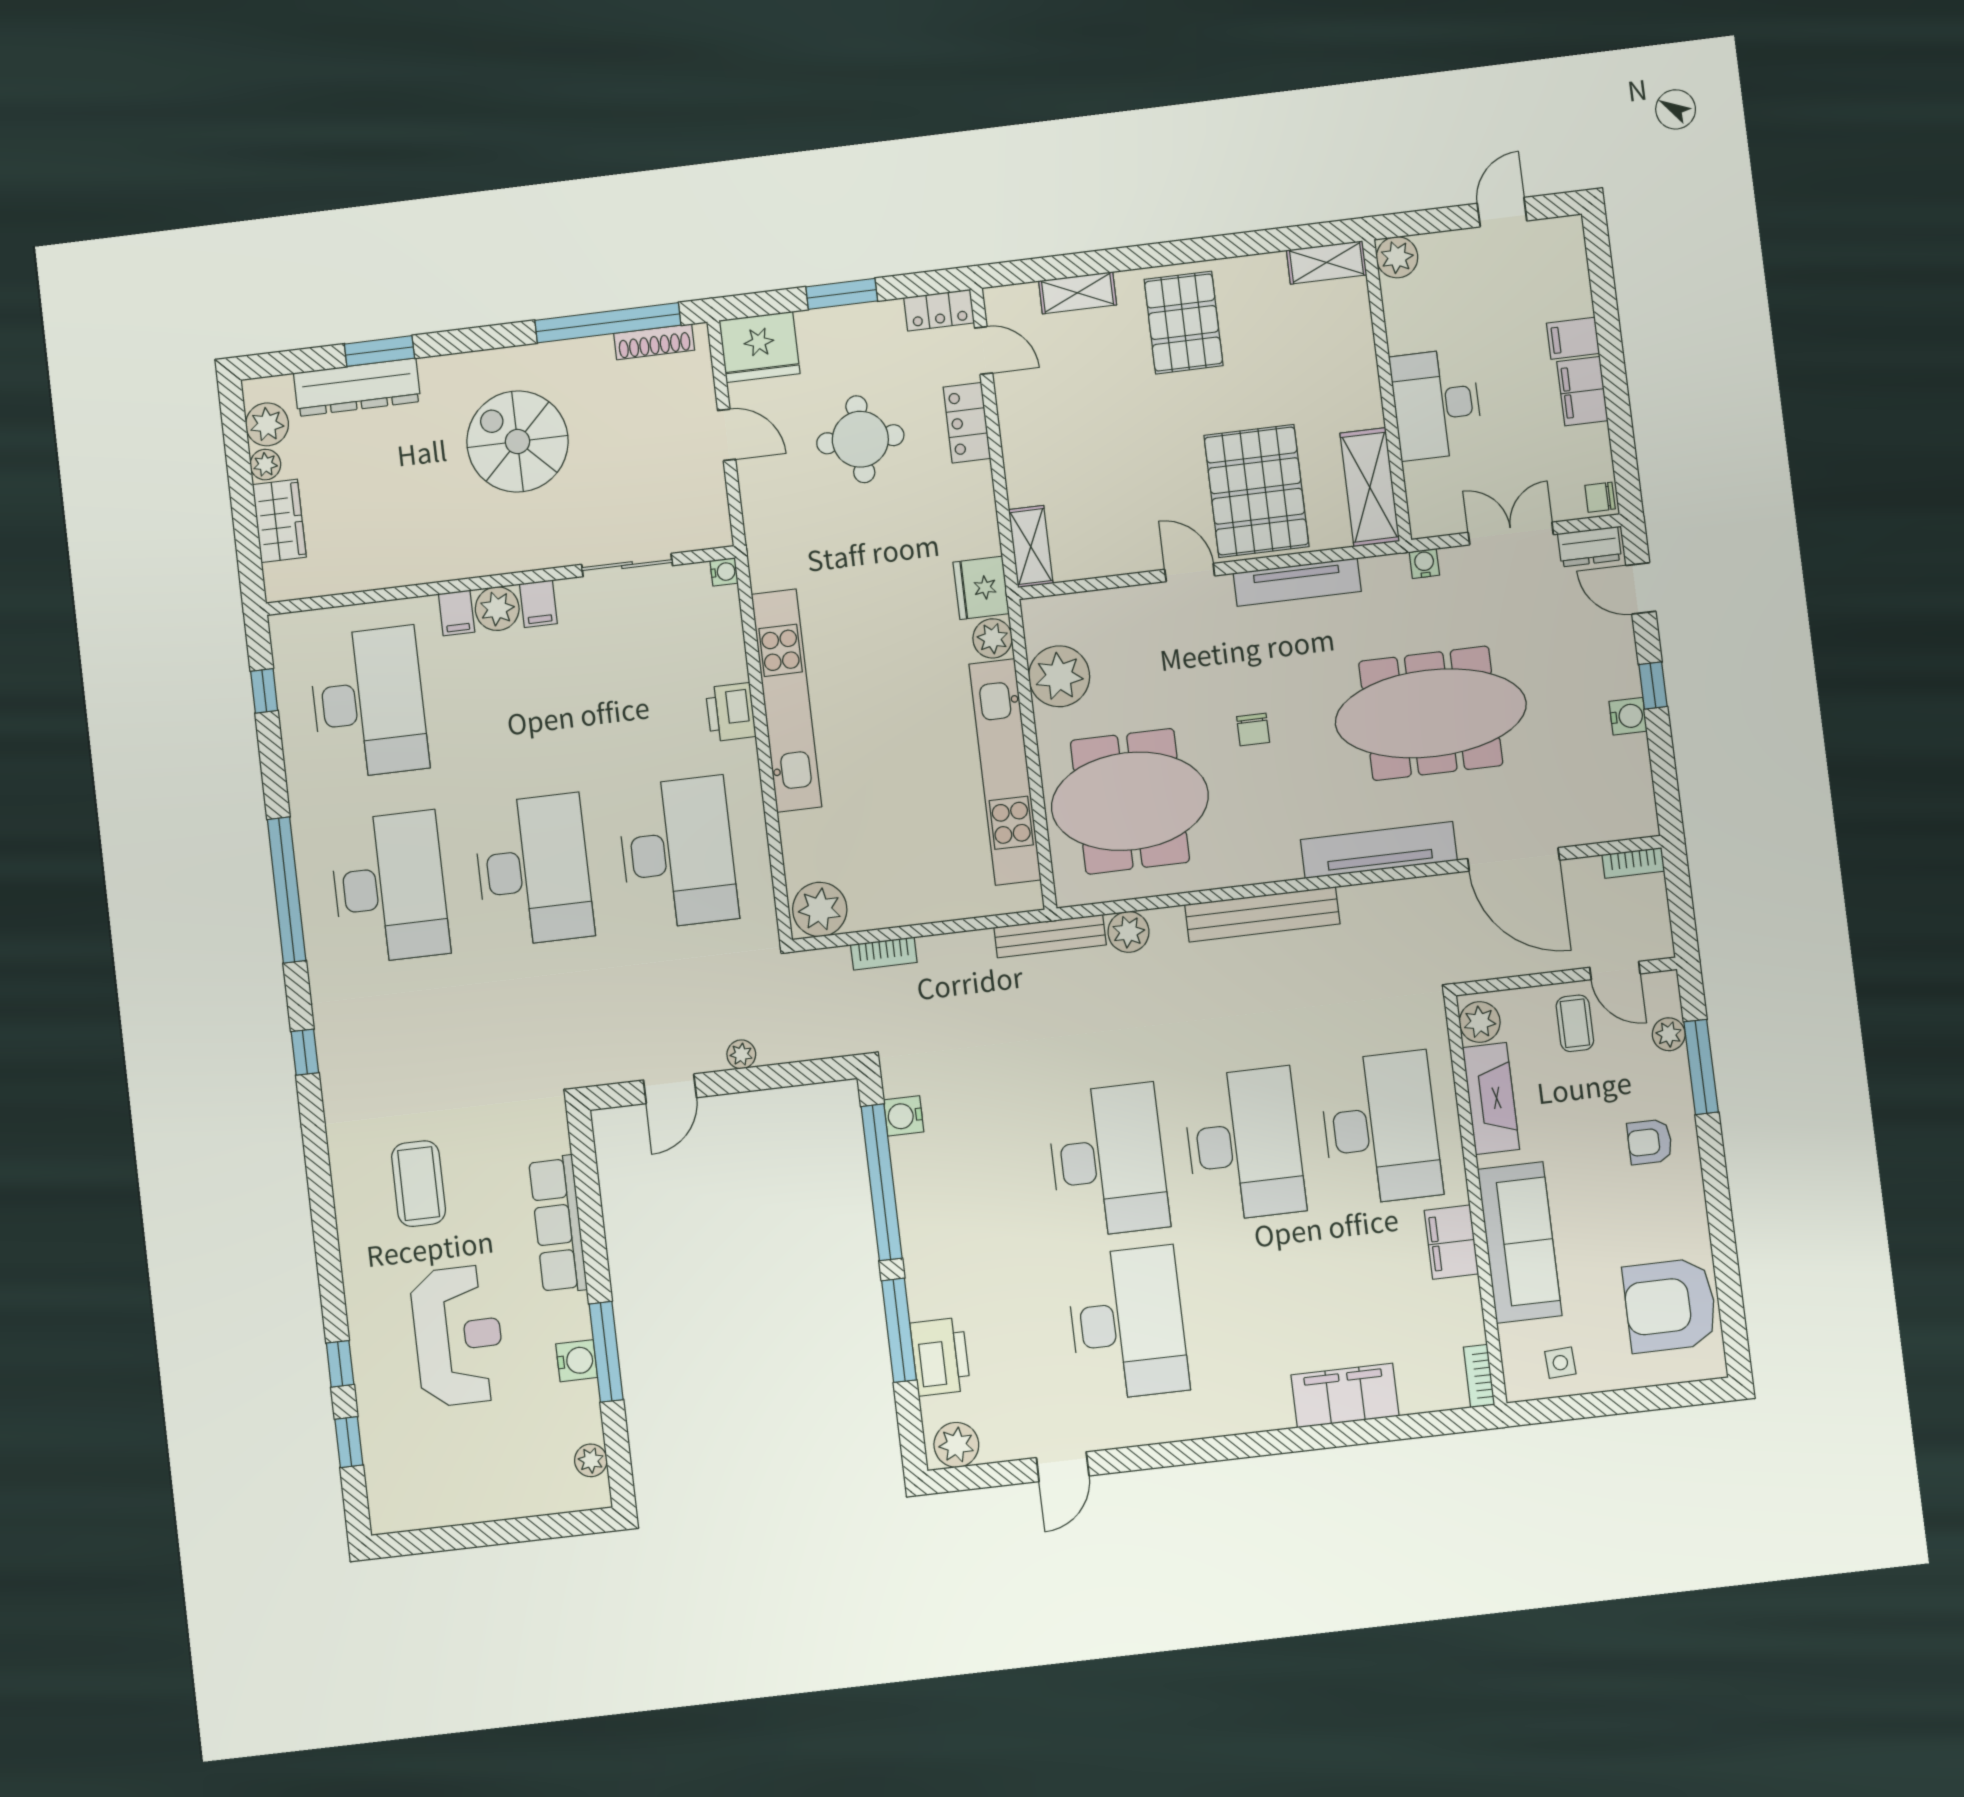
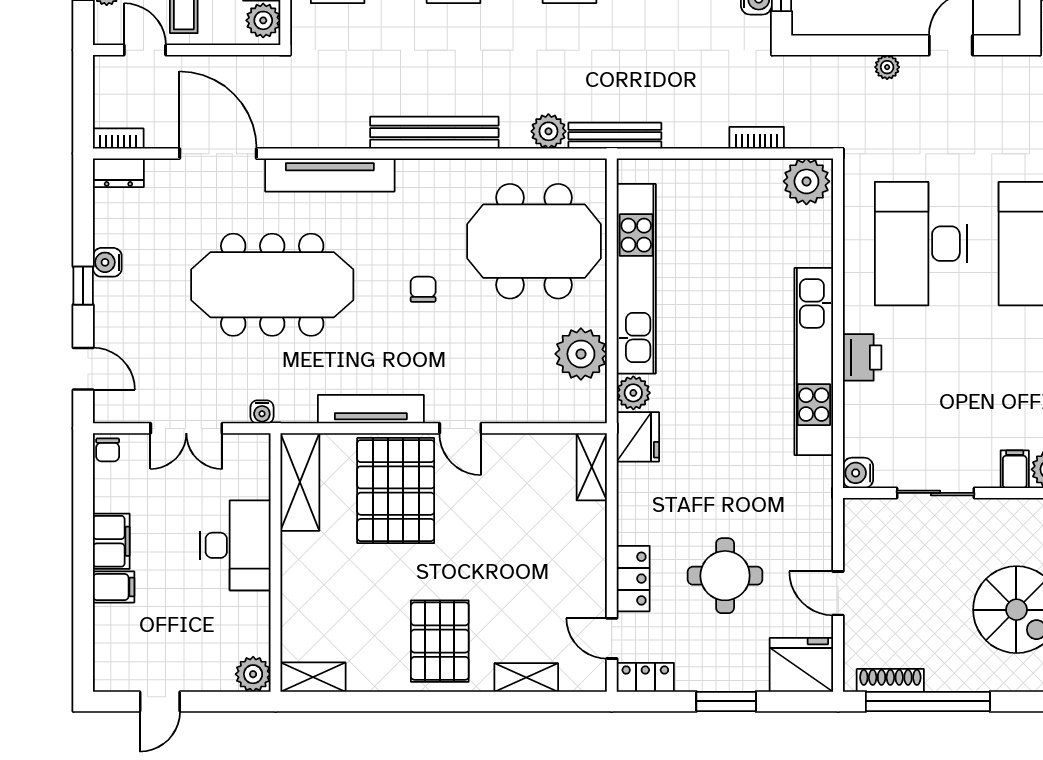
chair: (1600, 497) -> (108, 450), turned 90
dresser: (1590, 547) -> (118, 173), moved, turned 180
water cooler: (724, 572) -> (858, 473), width x1.38, depth x1.38

